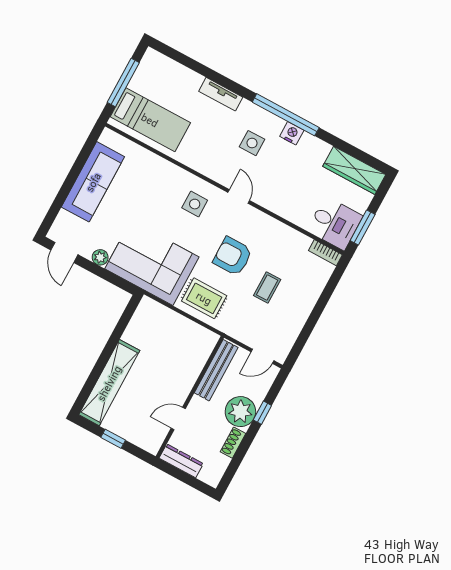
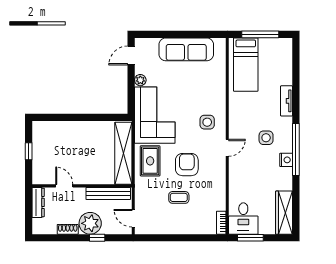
shelving: (109, 383) -> (123, 153), moved, turned 90

